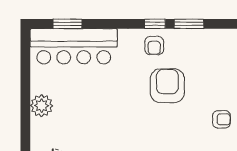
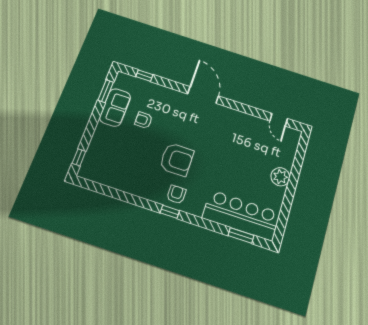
window: (189, 24) -> (142, 203), removed
armchair: (167, 86) -> (177, 159), turned -90

